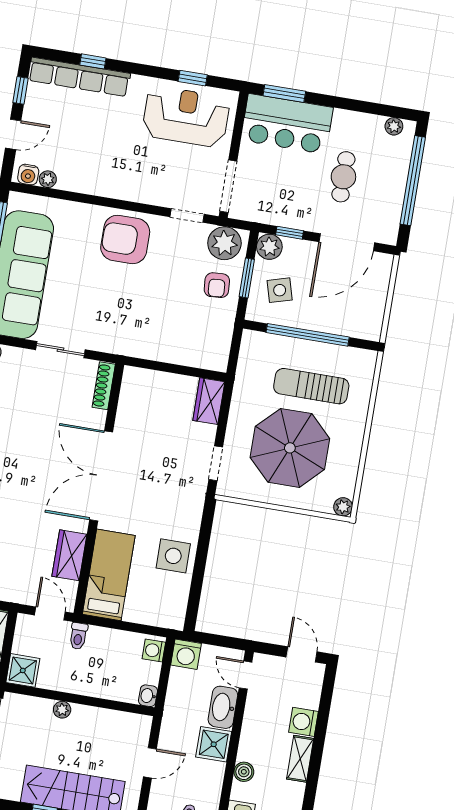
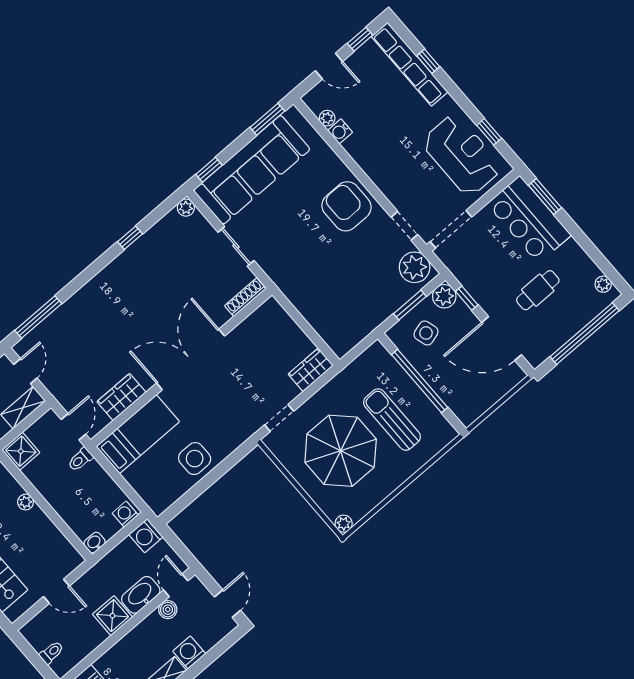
water cooler: (28, 175) -> (340, 131), moved
armchair: (217, 285) -> (384, 292), removed
boiler: (244, 772) -> (168, 610), moved

